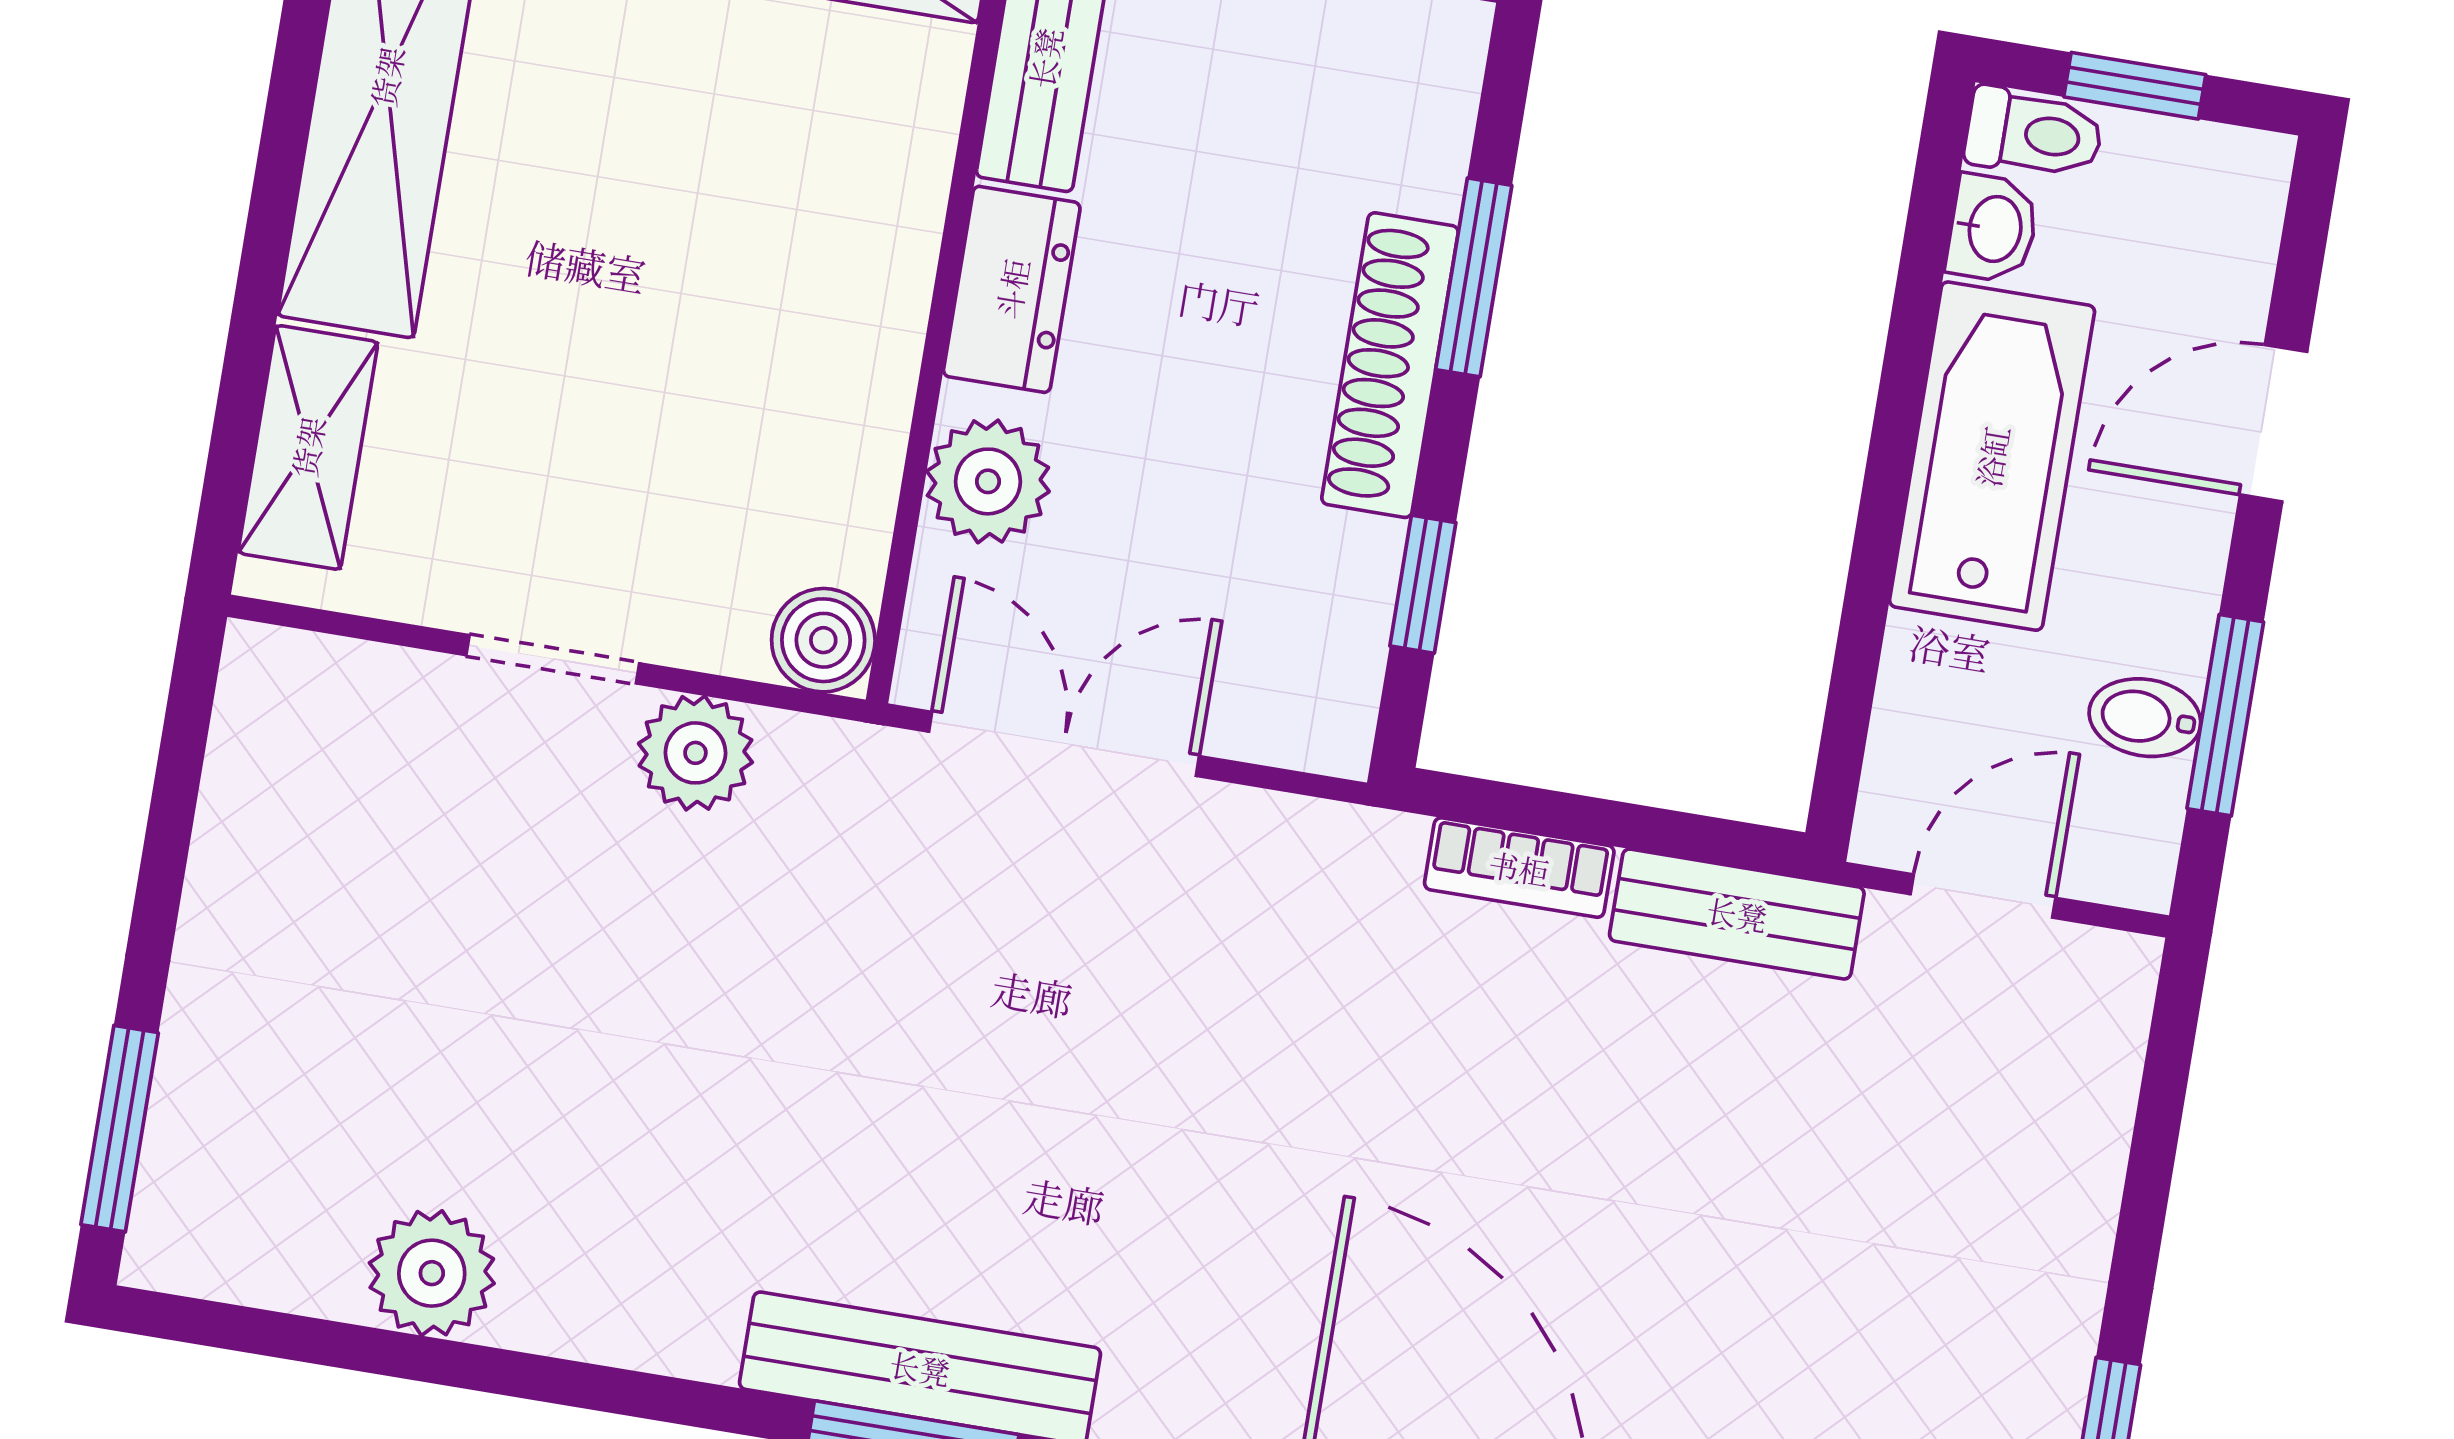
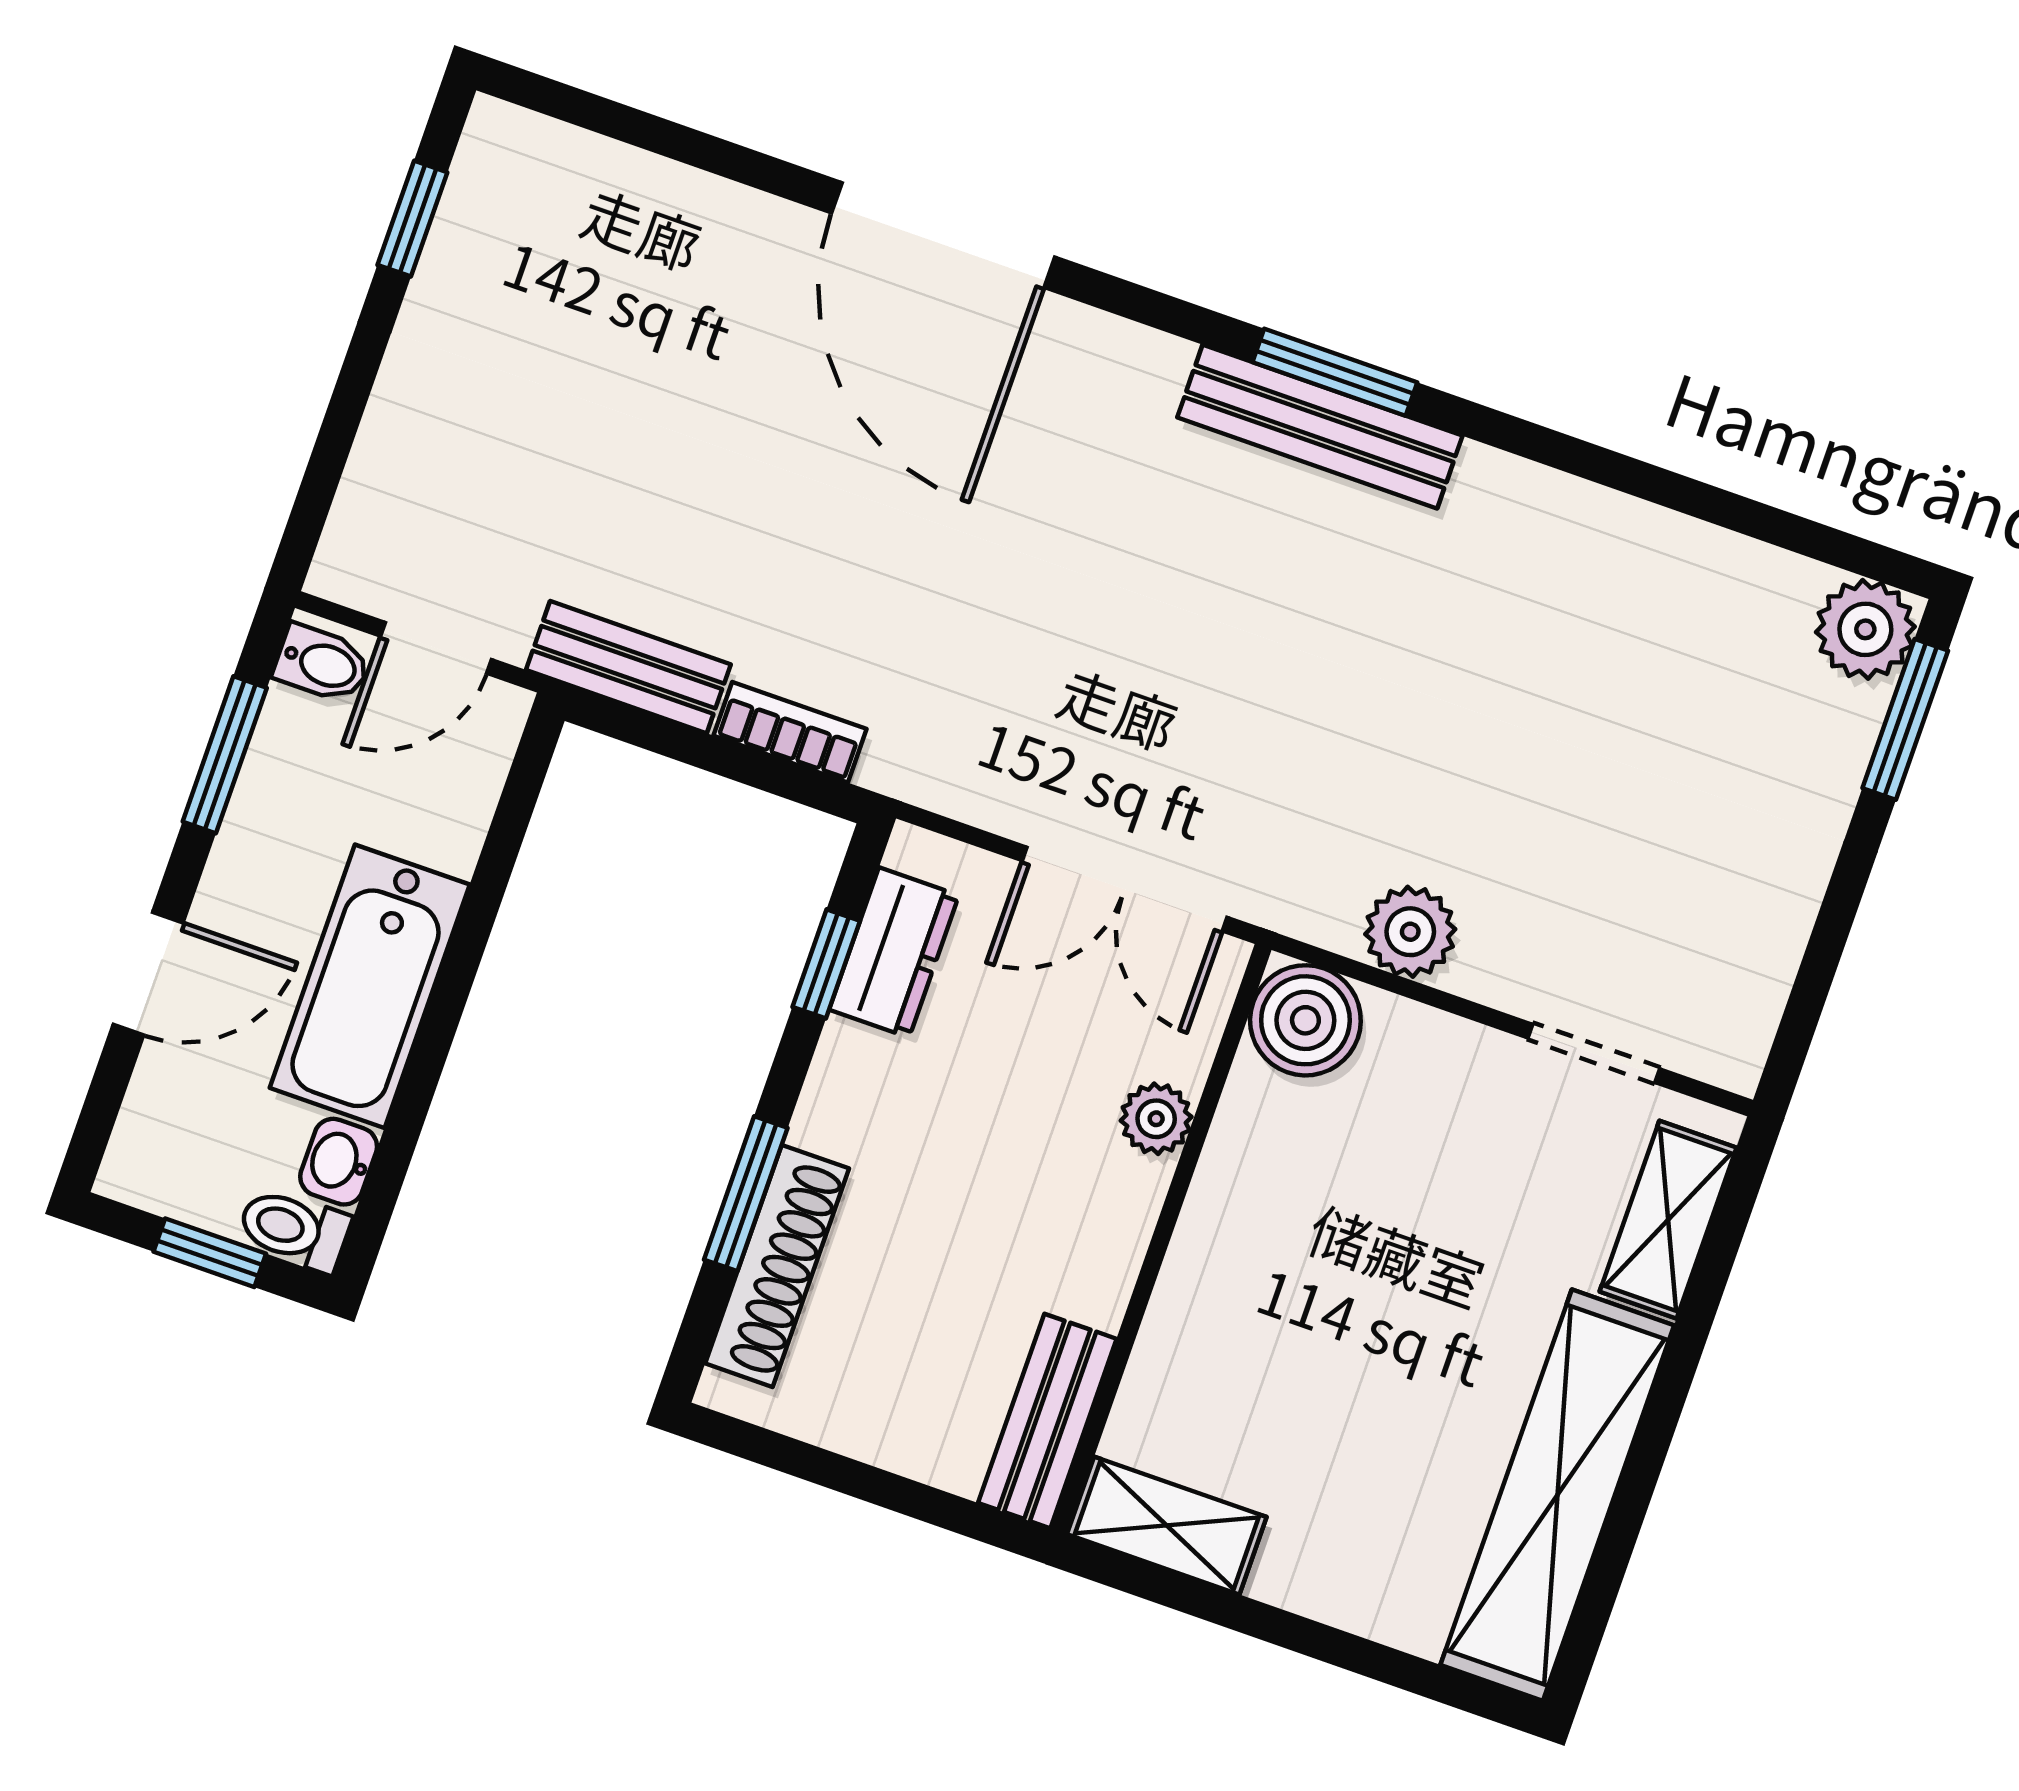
dresser: (1012, 289) -> (894, 952), moved, turned 180
shoe rack: (1390, 365) -> (777, 1266), moved
plant: (988, 481) -> (1156, 1119), width x0.73, depth x0.73
boiler: (823, 640) -> (1305, 1020), width x1.36, depth x1.36
doorway: (553, 659) -> (1594, 1053), moved
bidet: (2145, 718) -> (322, 664), moved
plant: (432, 1273) -> (1865, 629), moved

